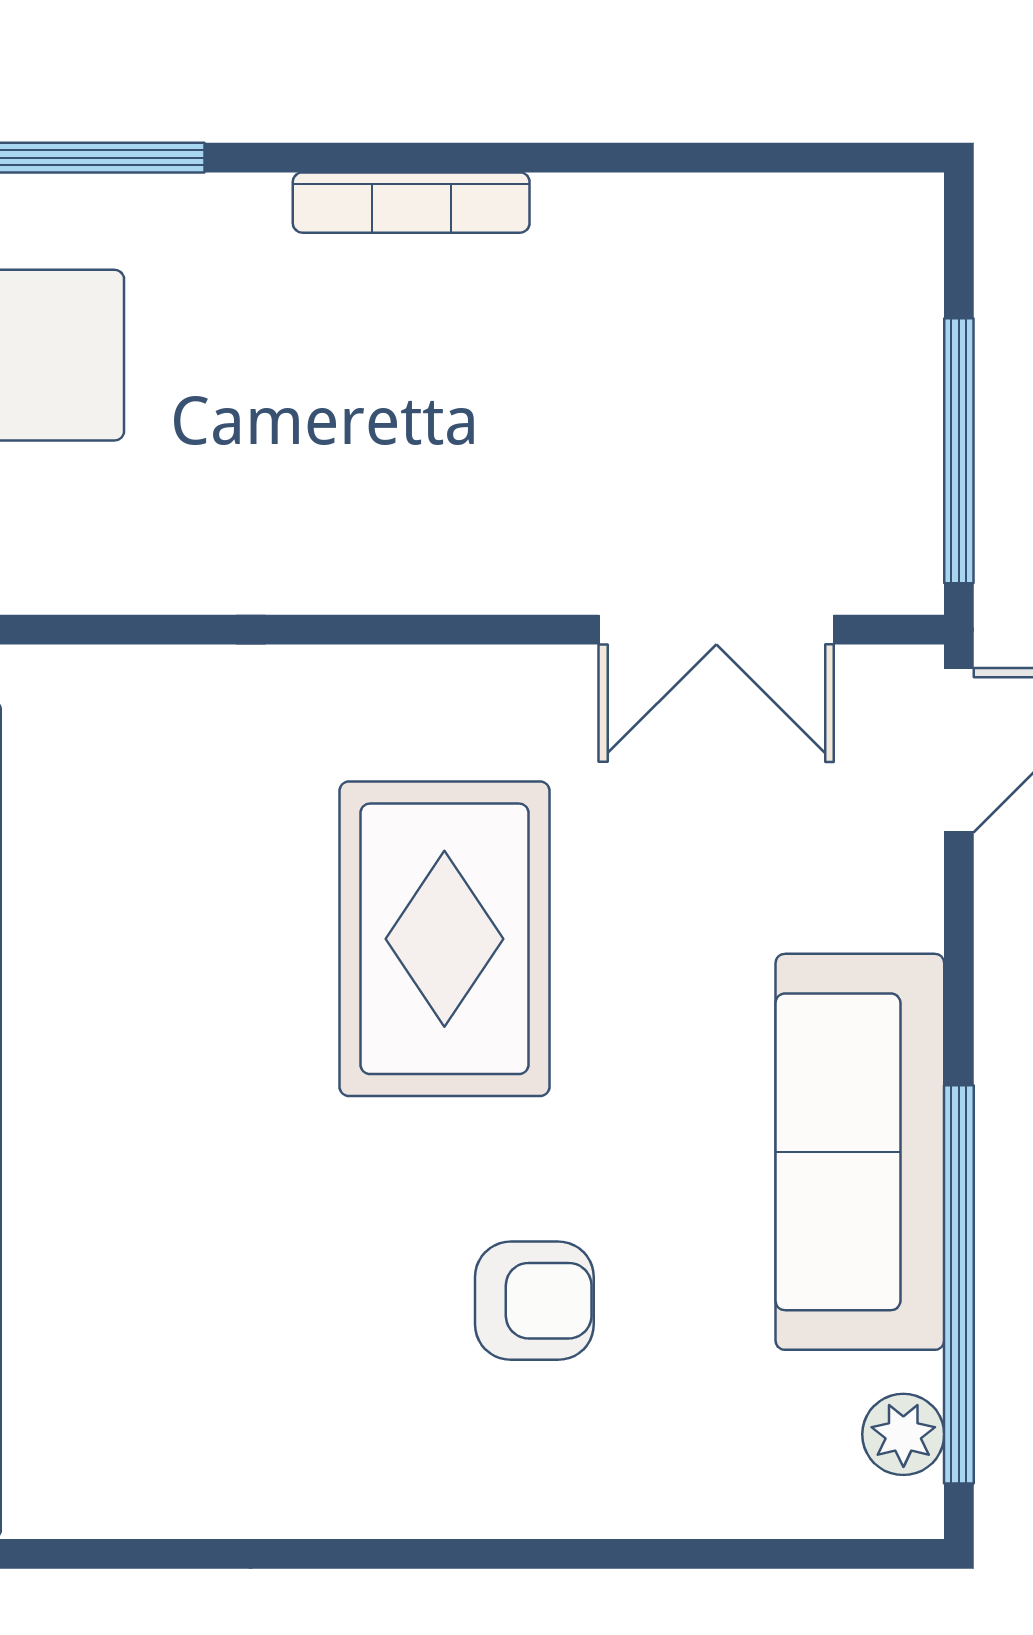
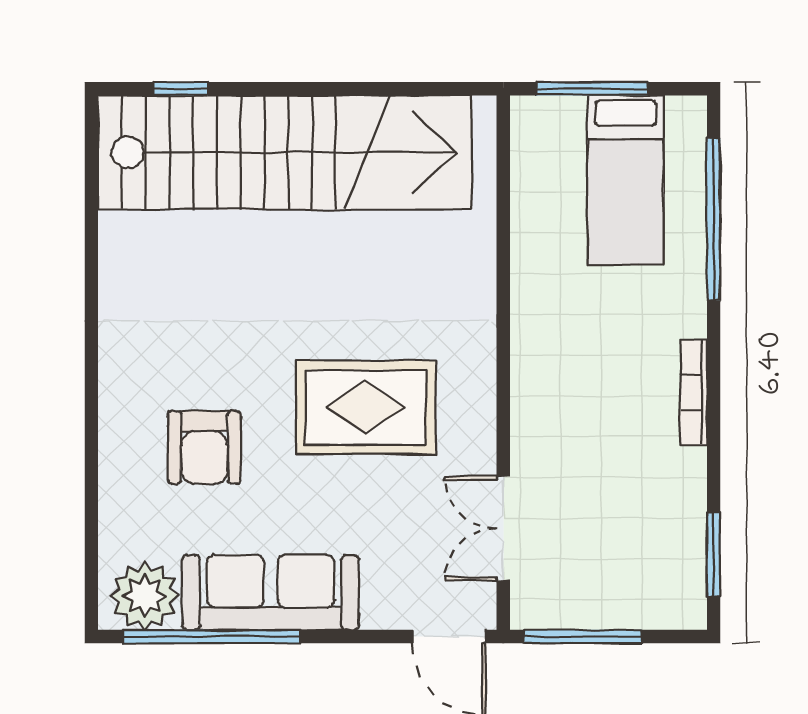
window: (776, 158) -> (714, 555), added
armchair: (534, 1301) -> (204, 447), width x1.38, depth x1.38
plant: (903, 1434) -> (145, 596), width x1.88, depth x1.88

